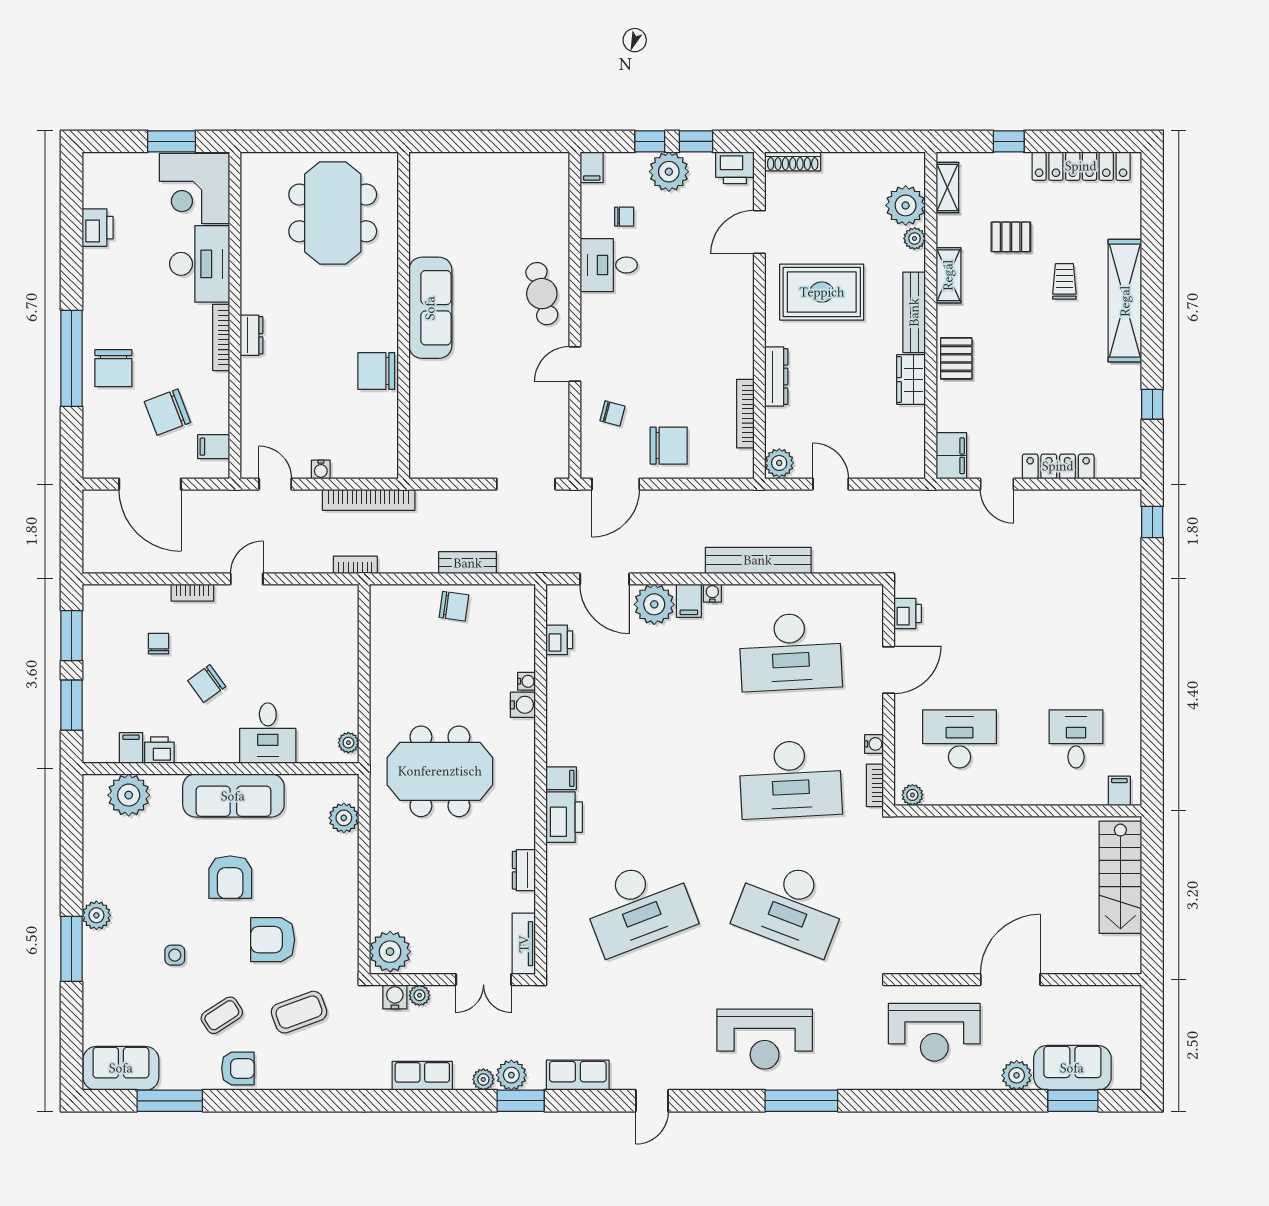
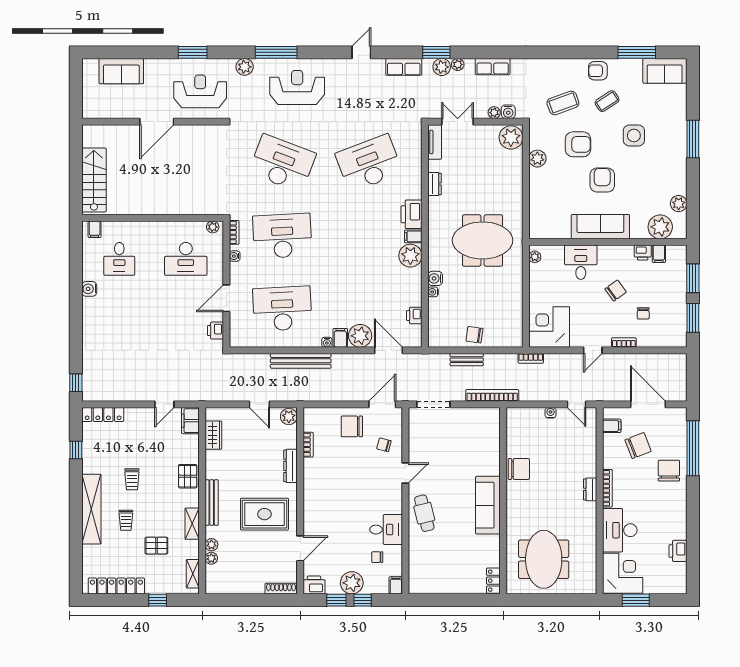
locker: (421, 176) -> (493, 581), added
plant: (906, 205) -> (211, 558), width x0.53, depth x0.53
trolley: (1054, 353) -> (132, 479), added
window: (72, 358) -> (693, 448), moved
wardrobe: (911, 380) -> (213, 435), moved
bookcase: (745, 414) -> (308, 445), width x0.64
locker: (1058, 466) -> (103, 415), moved
door: (997, 484) -> (164, 404), swing flipped
bookcase: (369, 500) -> (492, 395), moved
corner desk: (323, 620) -> (549, 327), added
water cooler: (1129, 686) -> (89, 289), added
plant: (566, 745) -> (410, 256), added
plant: (344, 818) -> (537, 159), moved
plant: (96, 915) -> (679, 204), moved
side table: (175, 955) -> (634, 135), width x1.87, depth x1.87
plant: (1017, 1075) -> (245, 67), moved
window: (1073, 1101) -> (193, 52), moved

